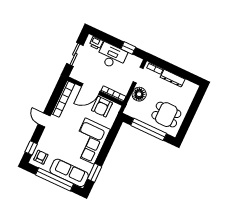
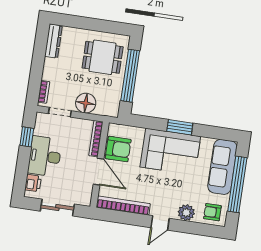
dresser: (173, 78) -> (53, 41), moved
dining table: (166, 115) -> (103, 57), turned 90
plant: (46, 140) -> (186, 213), added
window: (31, 148) -> (204, 229), removed
window: (95, 173) -> (180, 127), moved

